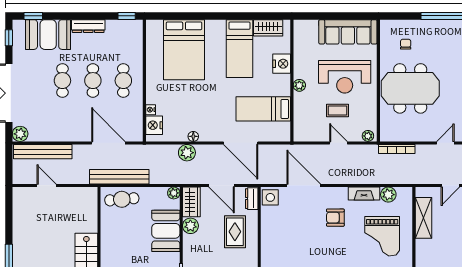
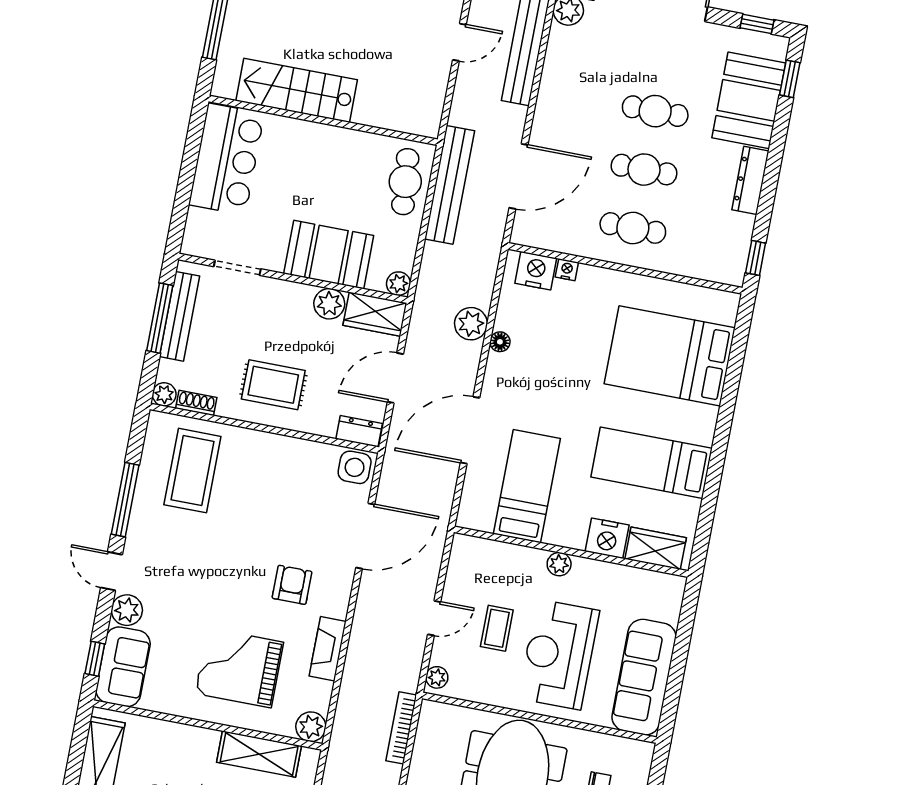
wardrobe: (268, 28) -> (656, 548), moved, turned 90
plant: (388, 195) -> (311, 727), moved
rug: (235, 232) -> (273, 385), moved

